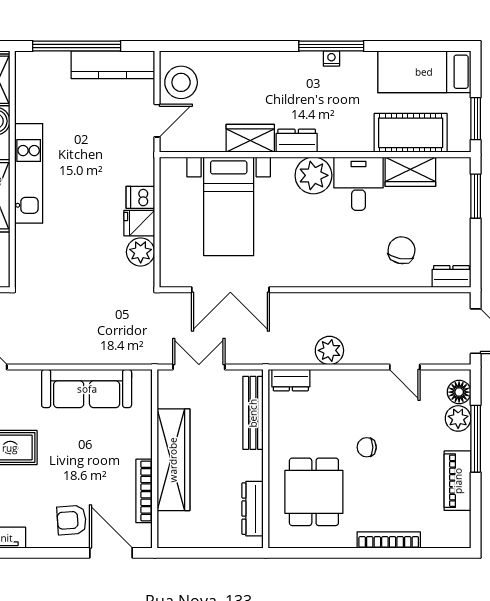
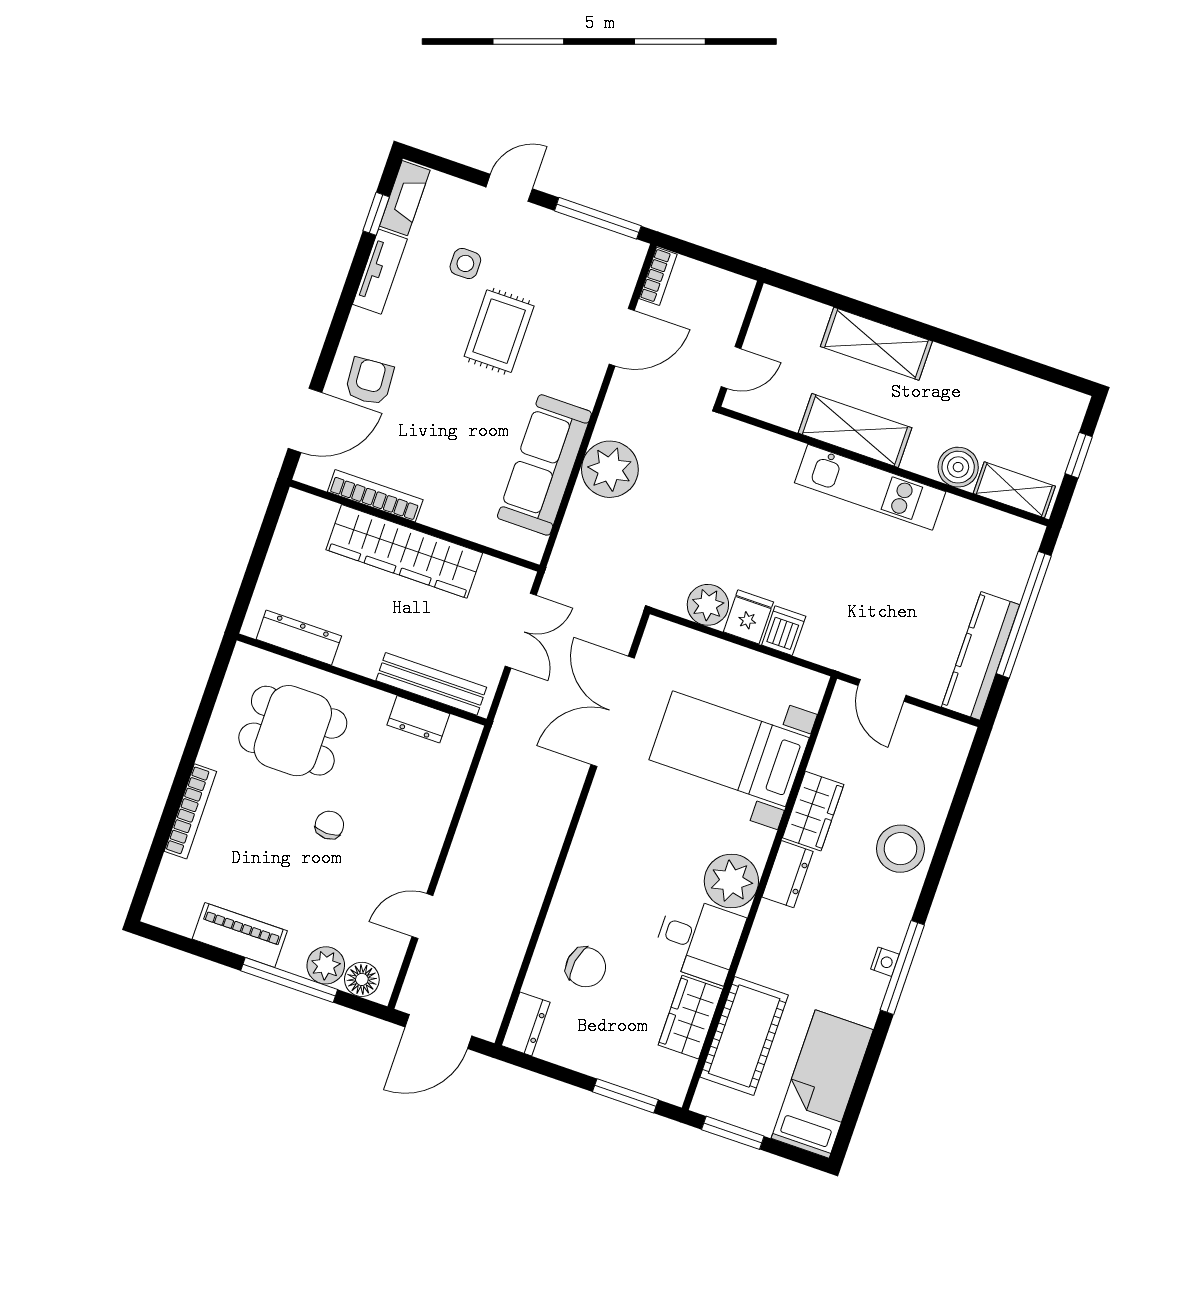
stool: (181, 82) -> (900, 849), moved
plant: (329, 350) -> (610, 469), moved, width x1.36, depth x1.36
dresser: (291, 380) -> (418, 719), moved, turned -90

